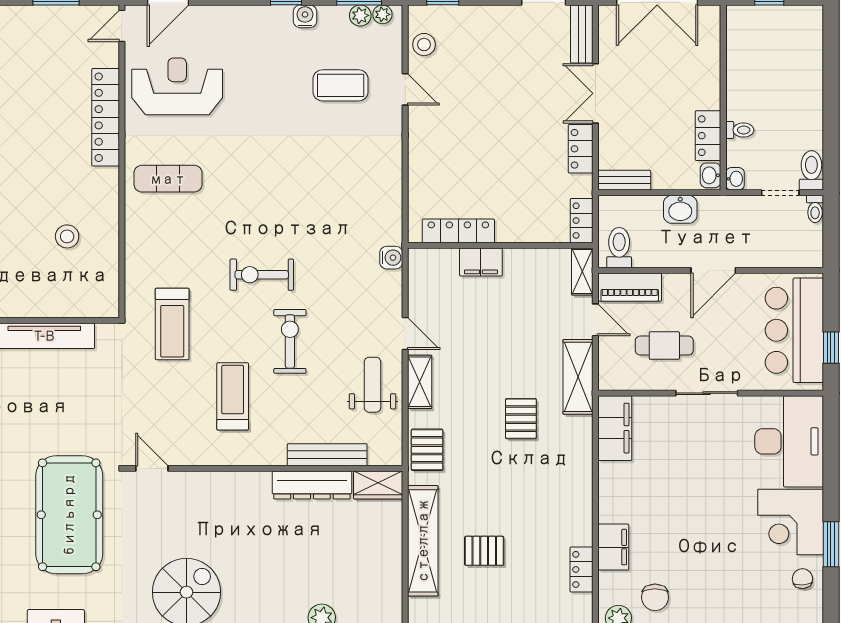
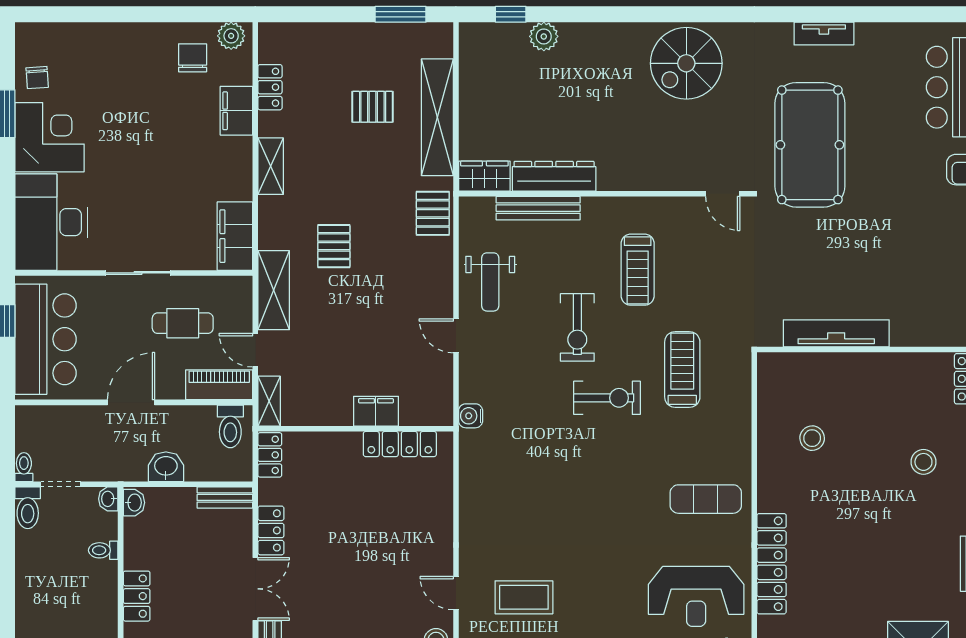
locker: (708, 136) -> (137, 596), moved
treadmill: (172, 324) -> (682, 370), moved
shelving: (420, 382) -> (271, 166), moved

